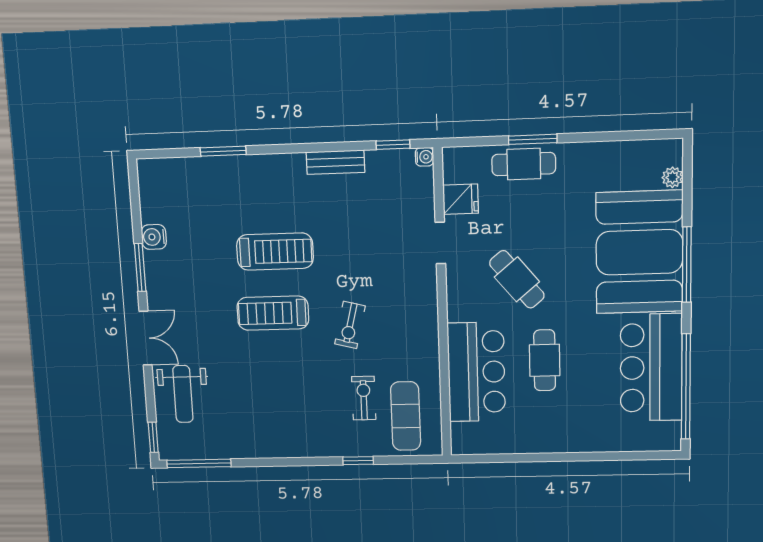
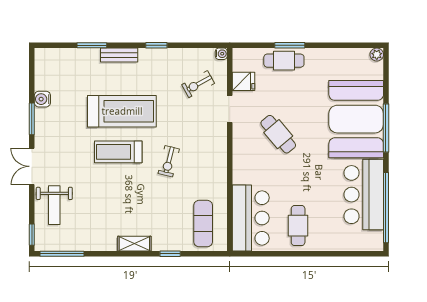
window: (393, 145) -> (156, 45), moved
bench: (335, 162) -> (119, 55), moved
plant: (672, 177) -> (377, 55), moved
treadmill: (275, 252) -> (122, 111), width x1.37, depth x1.38
double door: (146, 338) -> (32, 166), swing flipped
cafe table: (545, 360) -> (298, 226), moved
bar counter: (476, 372) -> (251, 218), moved
exercise bike: (364, 398) -> (198, 84), moved, turned -119
shelving: (304, 447) -> (134, 244), added

